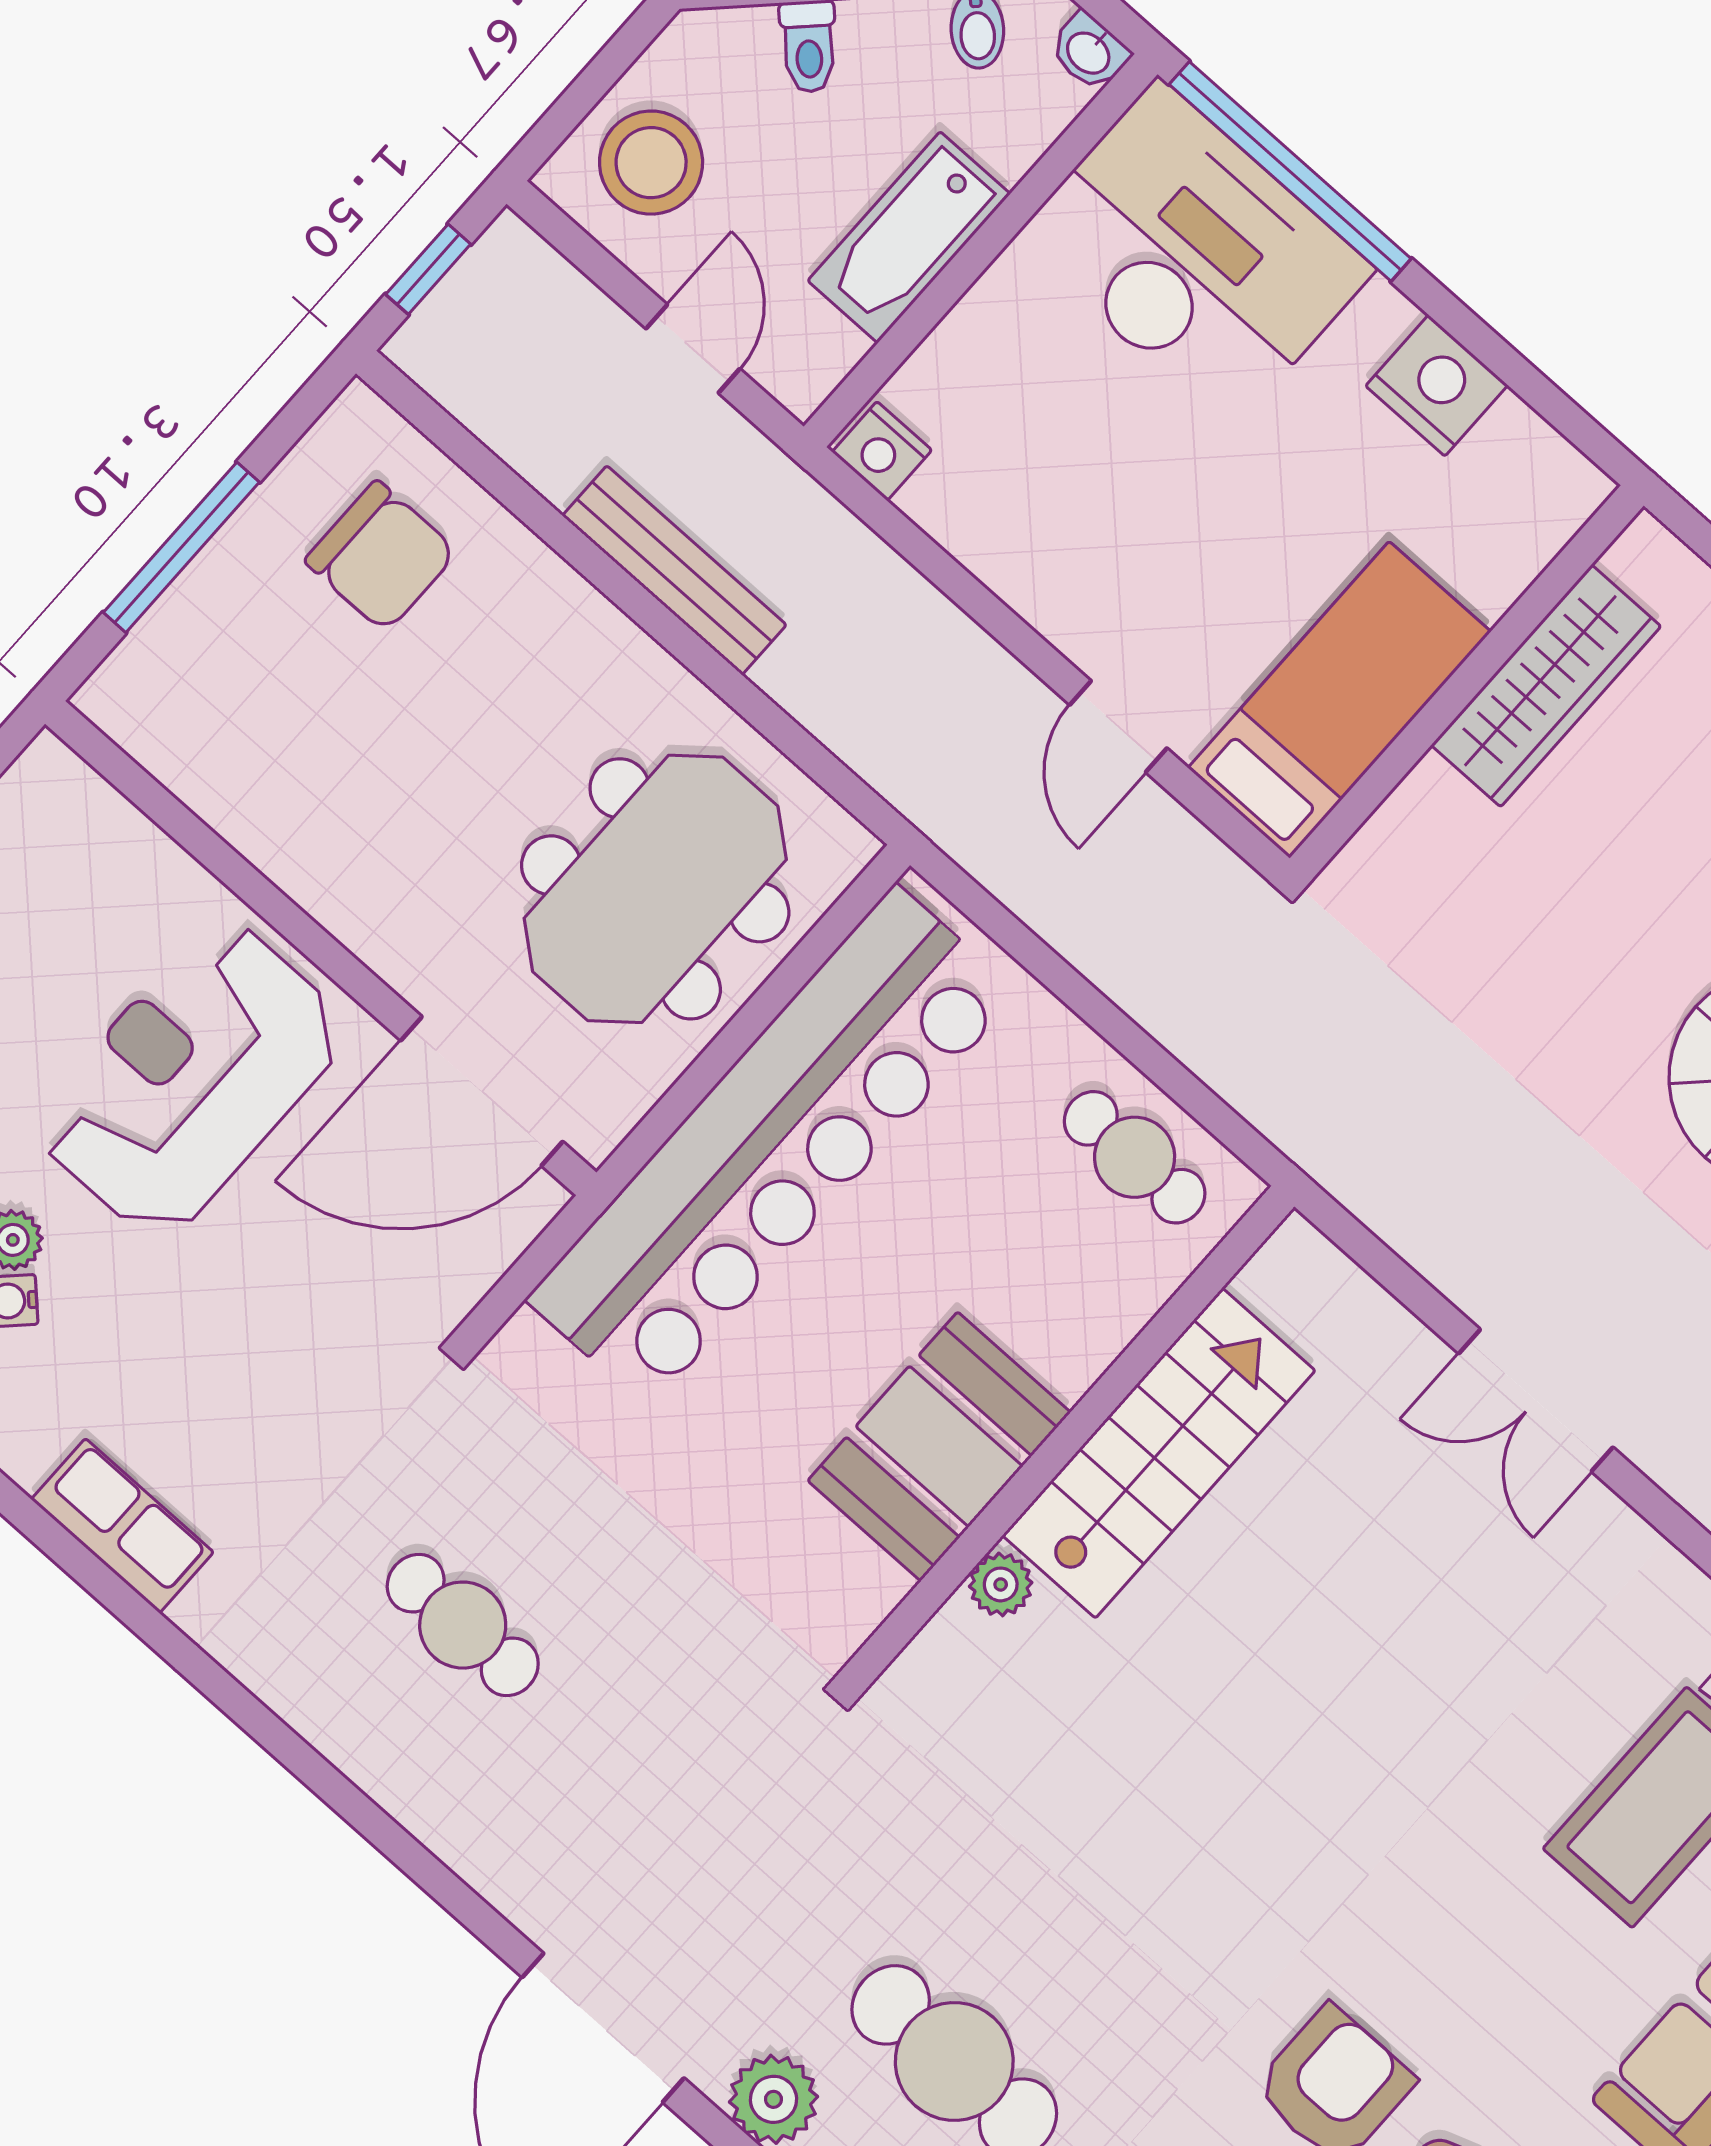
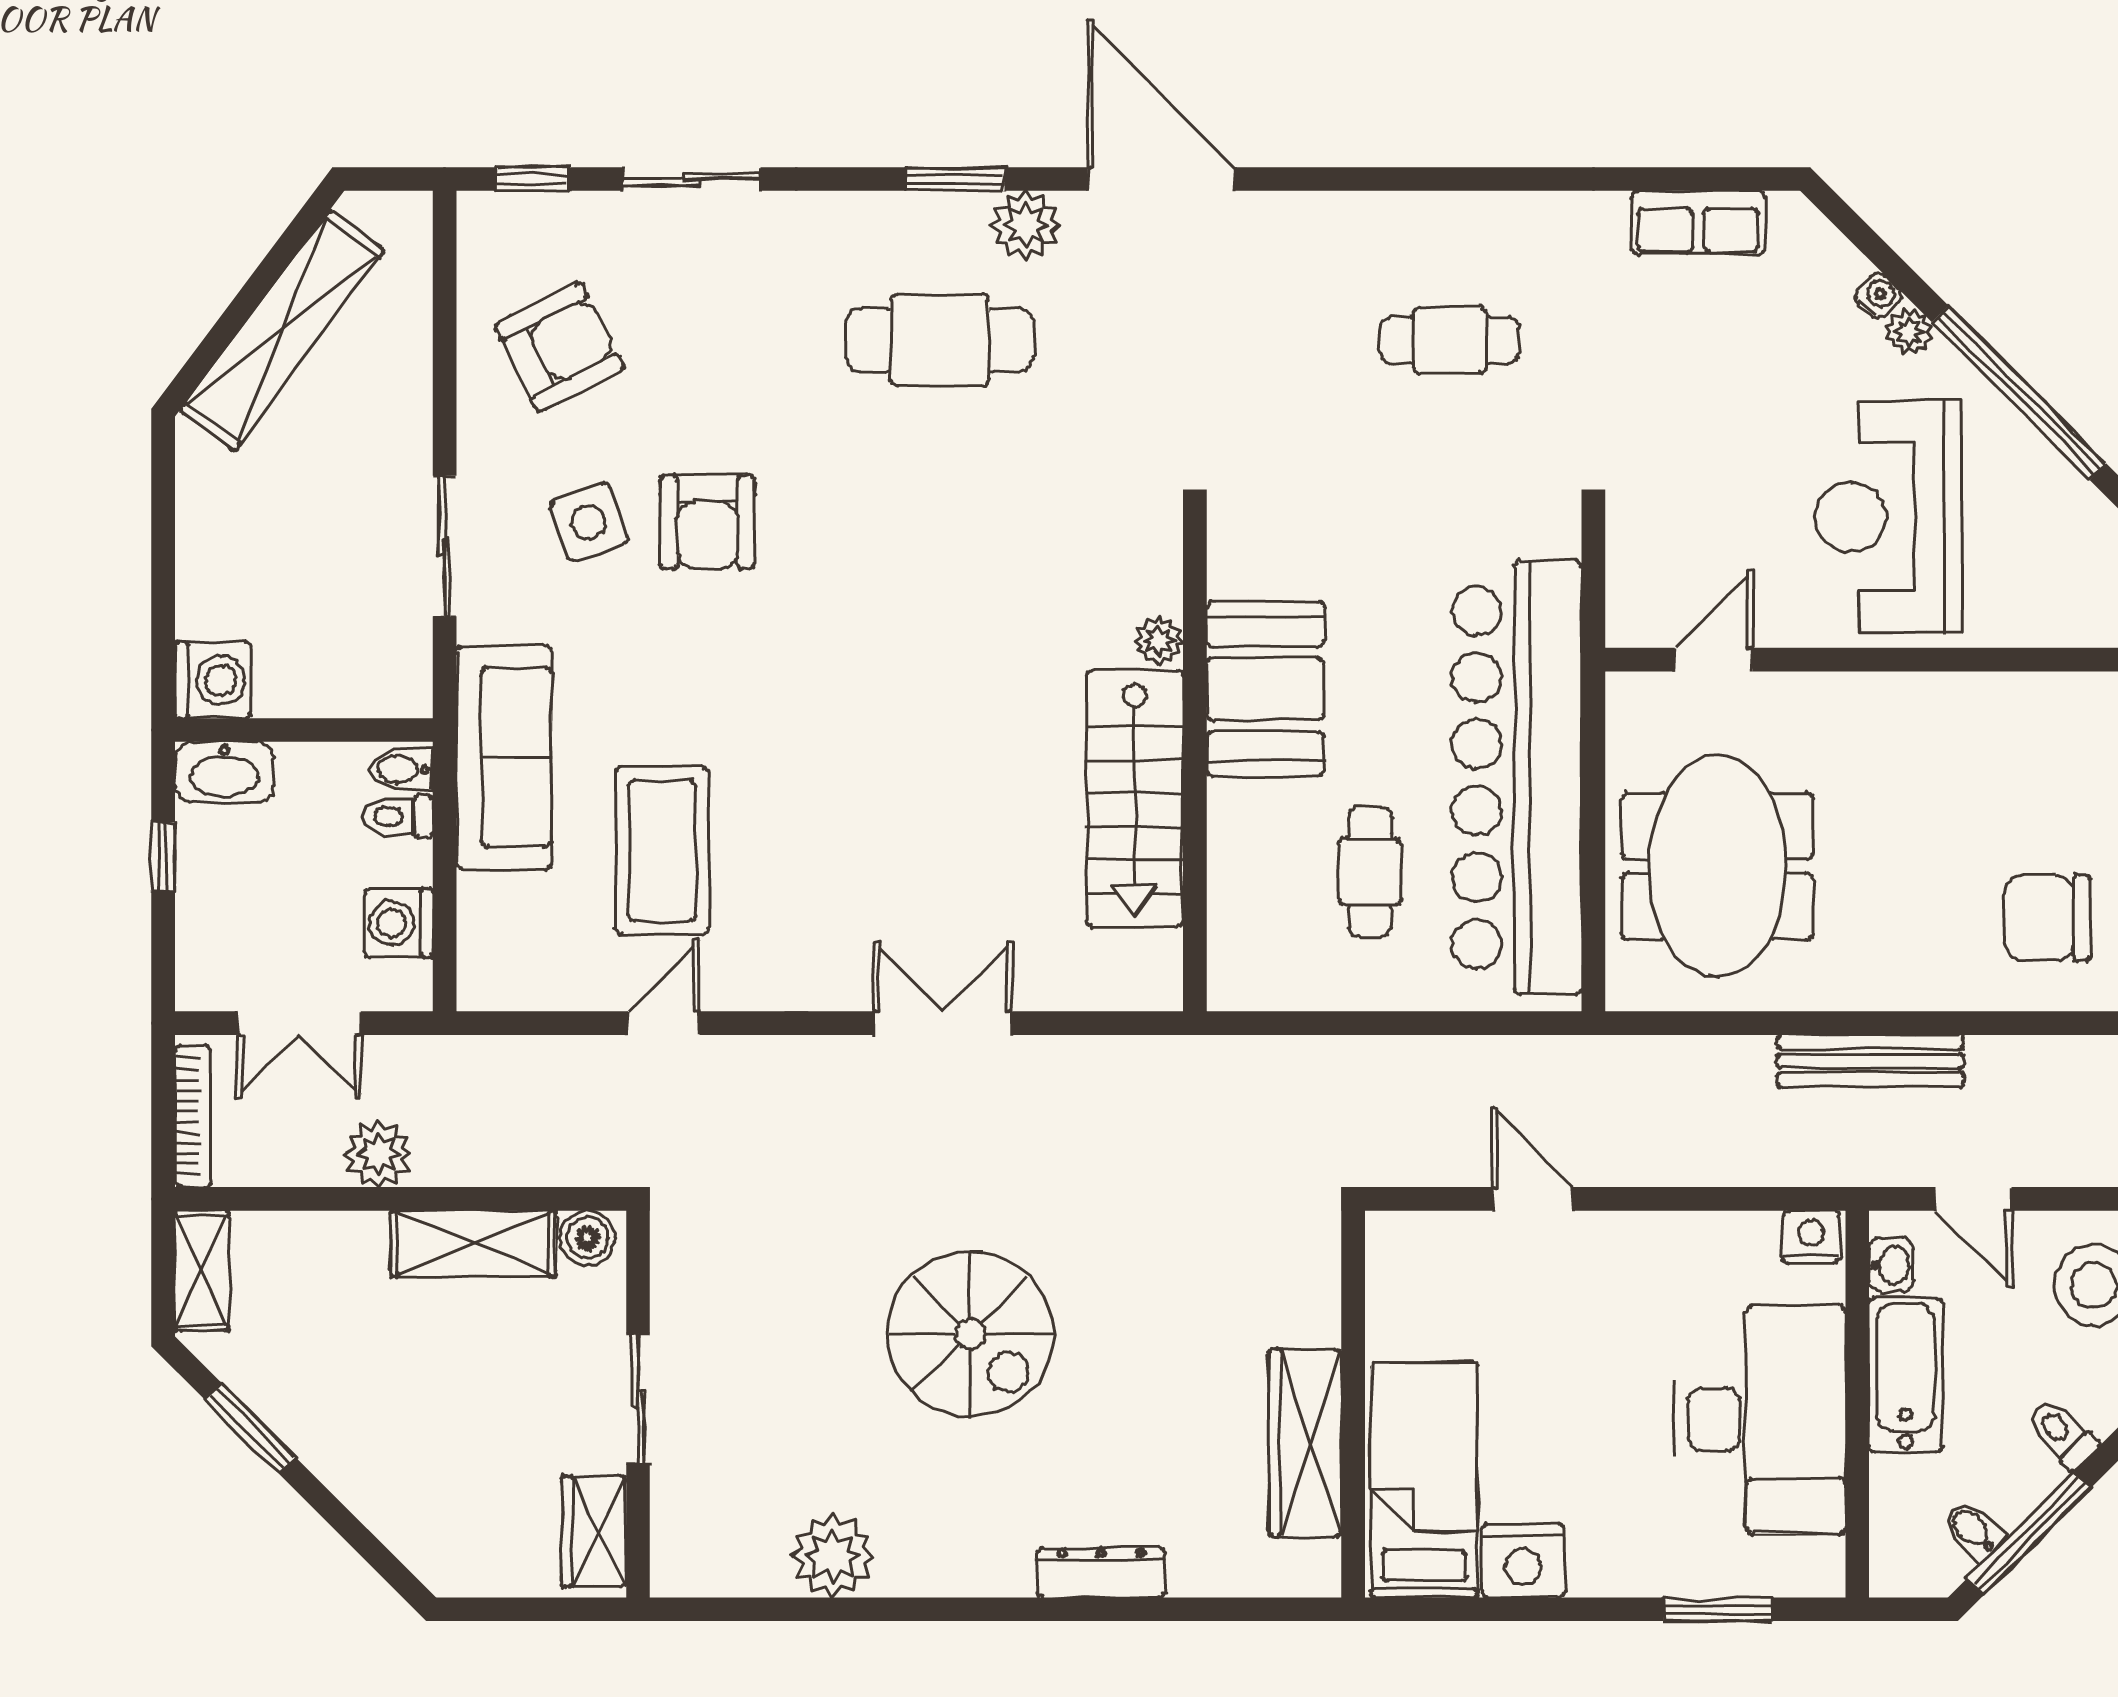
washbasin: (1089, 52) -> (1891, 1265), moved, turned 90
window: (1290, 172) -> (1718, 1609), width x0.47
desk: (1194, 254) -> (1760, 1419), moved, turned -90
bed: (1339, 700) -> (1424, 1480), moved, turned 180
reception desk: (191, 1079) -> (1889, 517), turned 180
door: (482, 1091) -> (1714, 660), width x0.53
cafe table: (1135, 1157) -> (1370, 872), moved, turned 90

